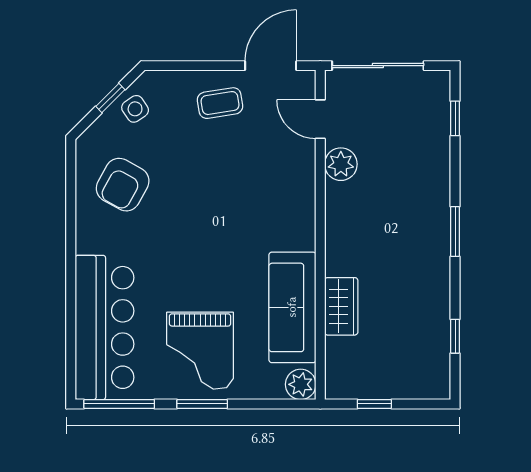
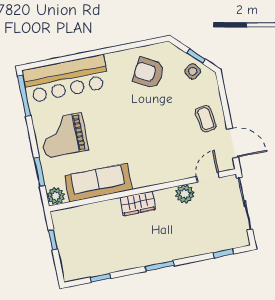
wardrobe: (341, 306) -> (138, 203), moved
window: (202, 404) -> (39, 172), moved

